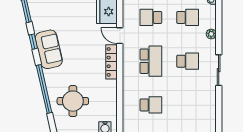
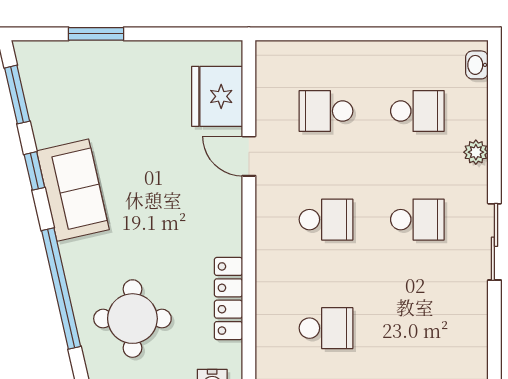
school desk: (151, 61) -> (326, 220), width x0.54
locker: (112, 62) -> (228, 299), moved

